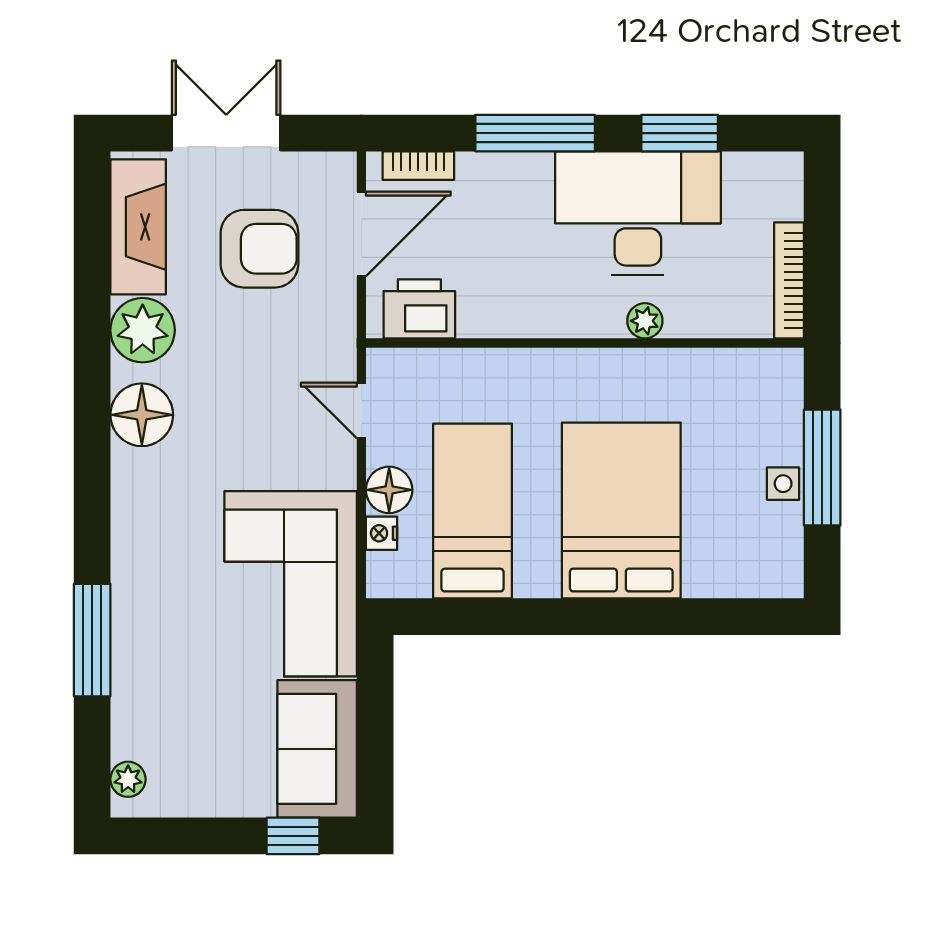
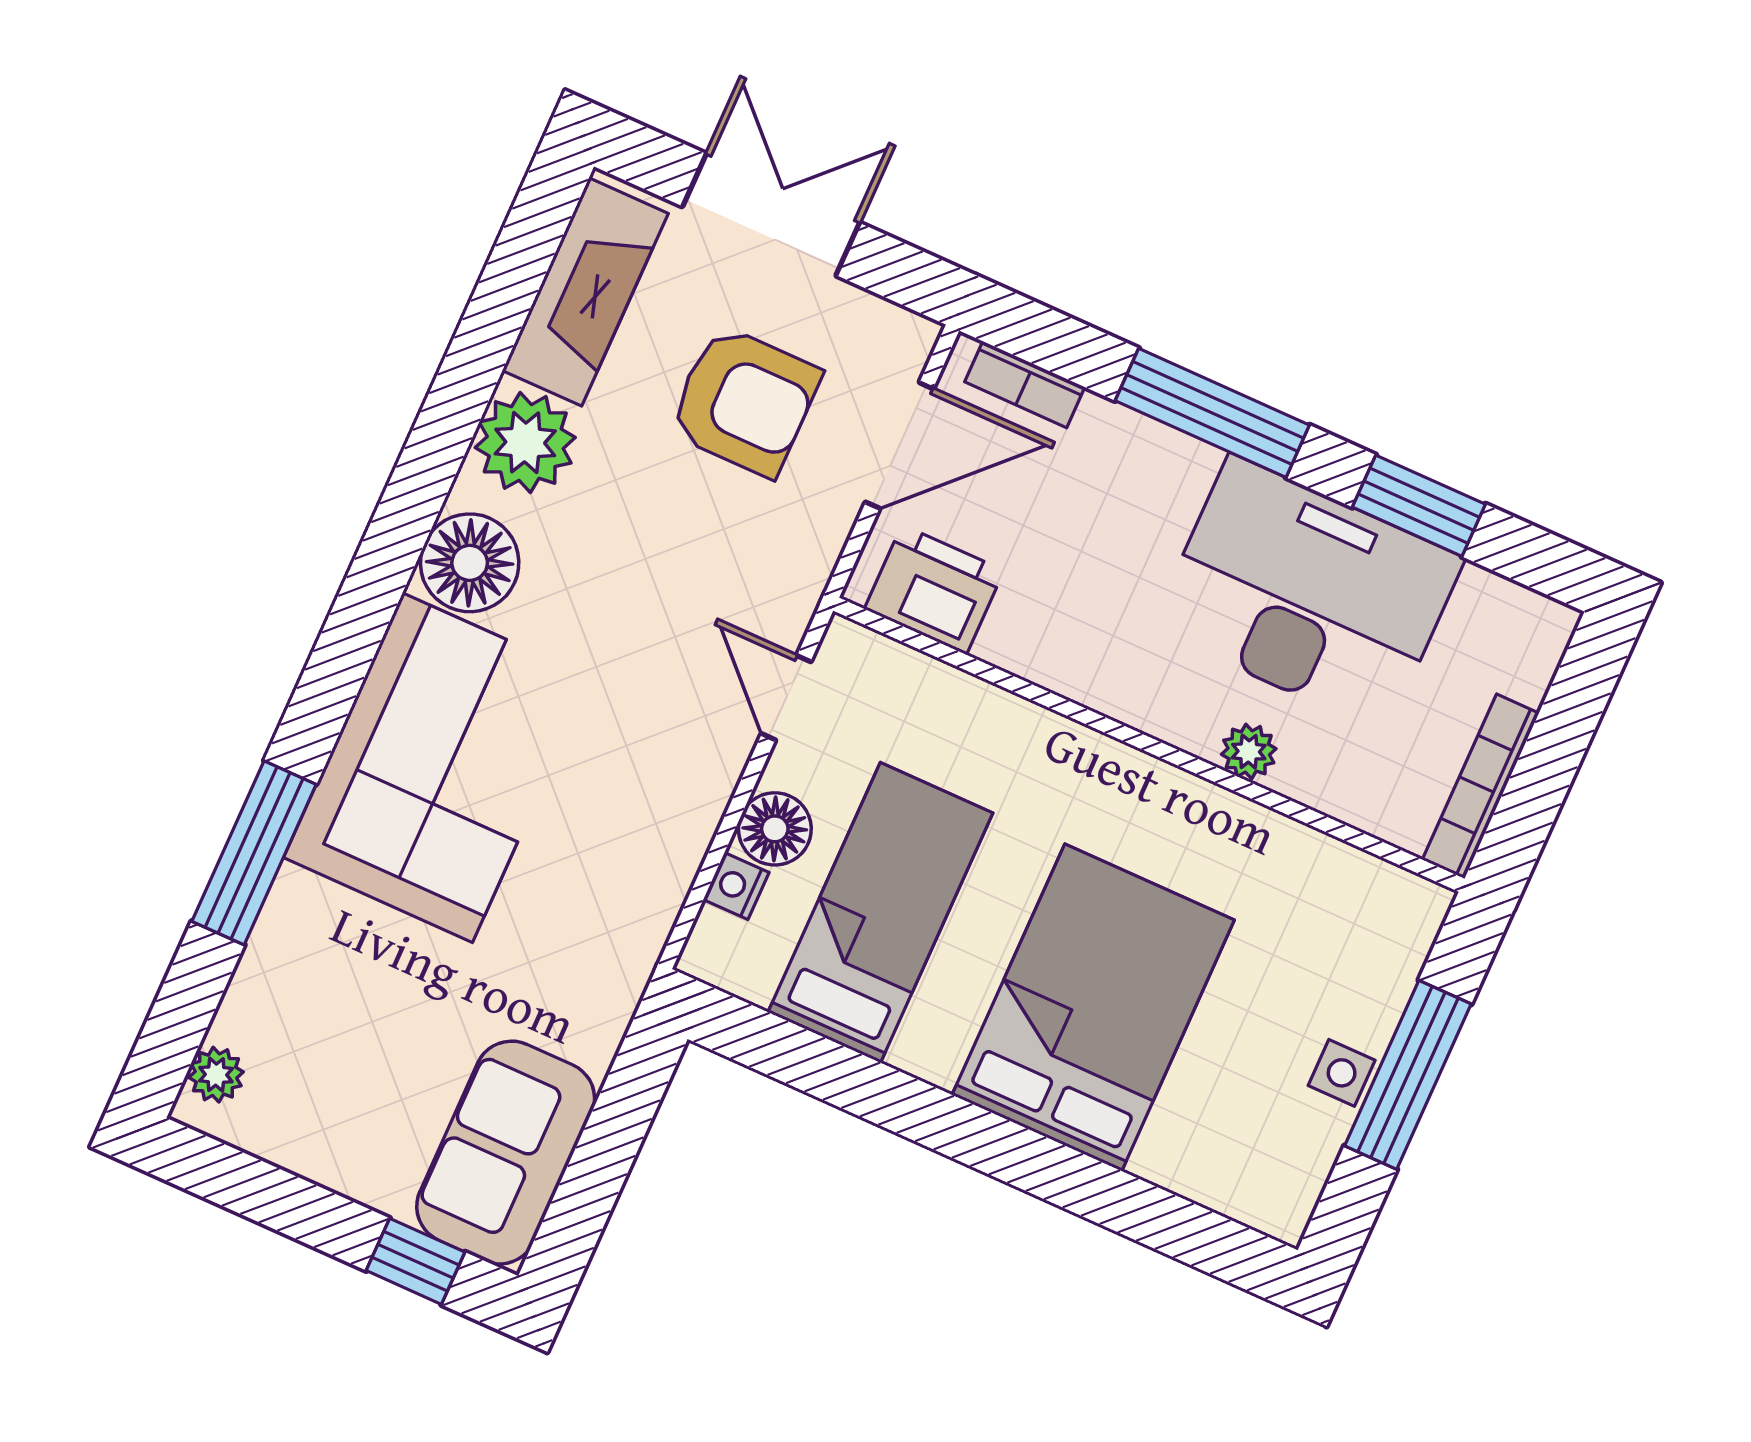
corner sofa: (291, 584) -> (437, 768), moved, turned 180

